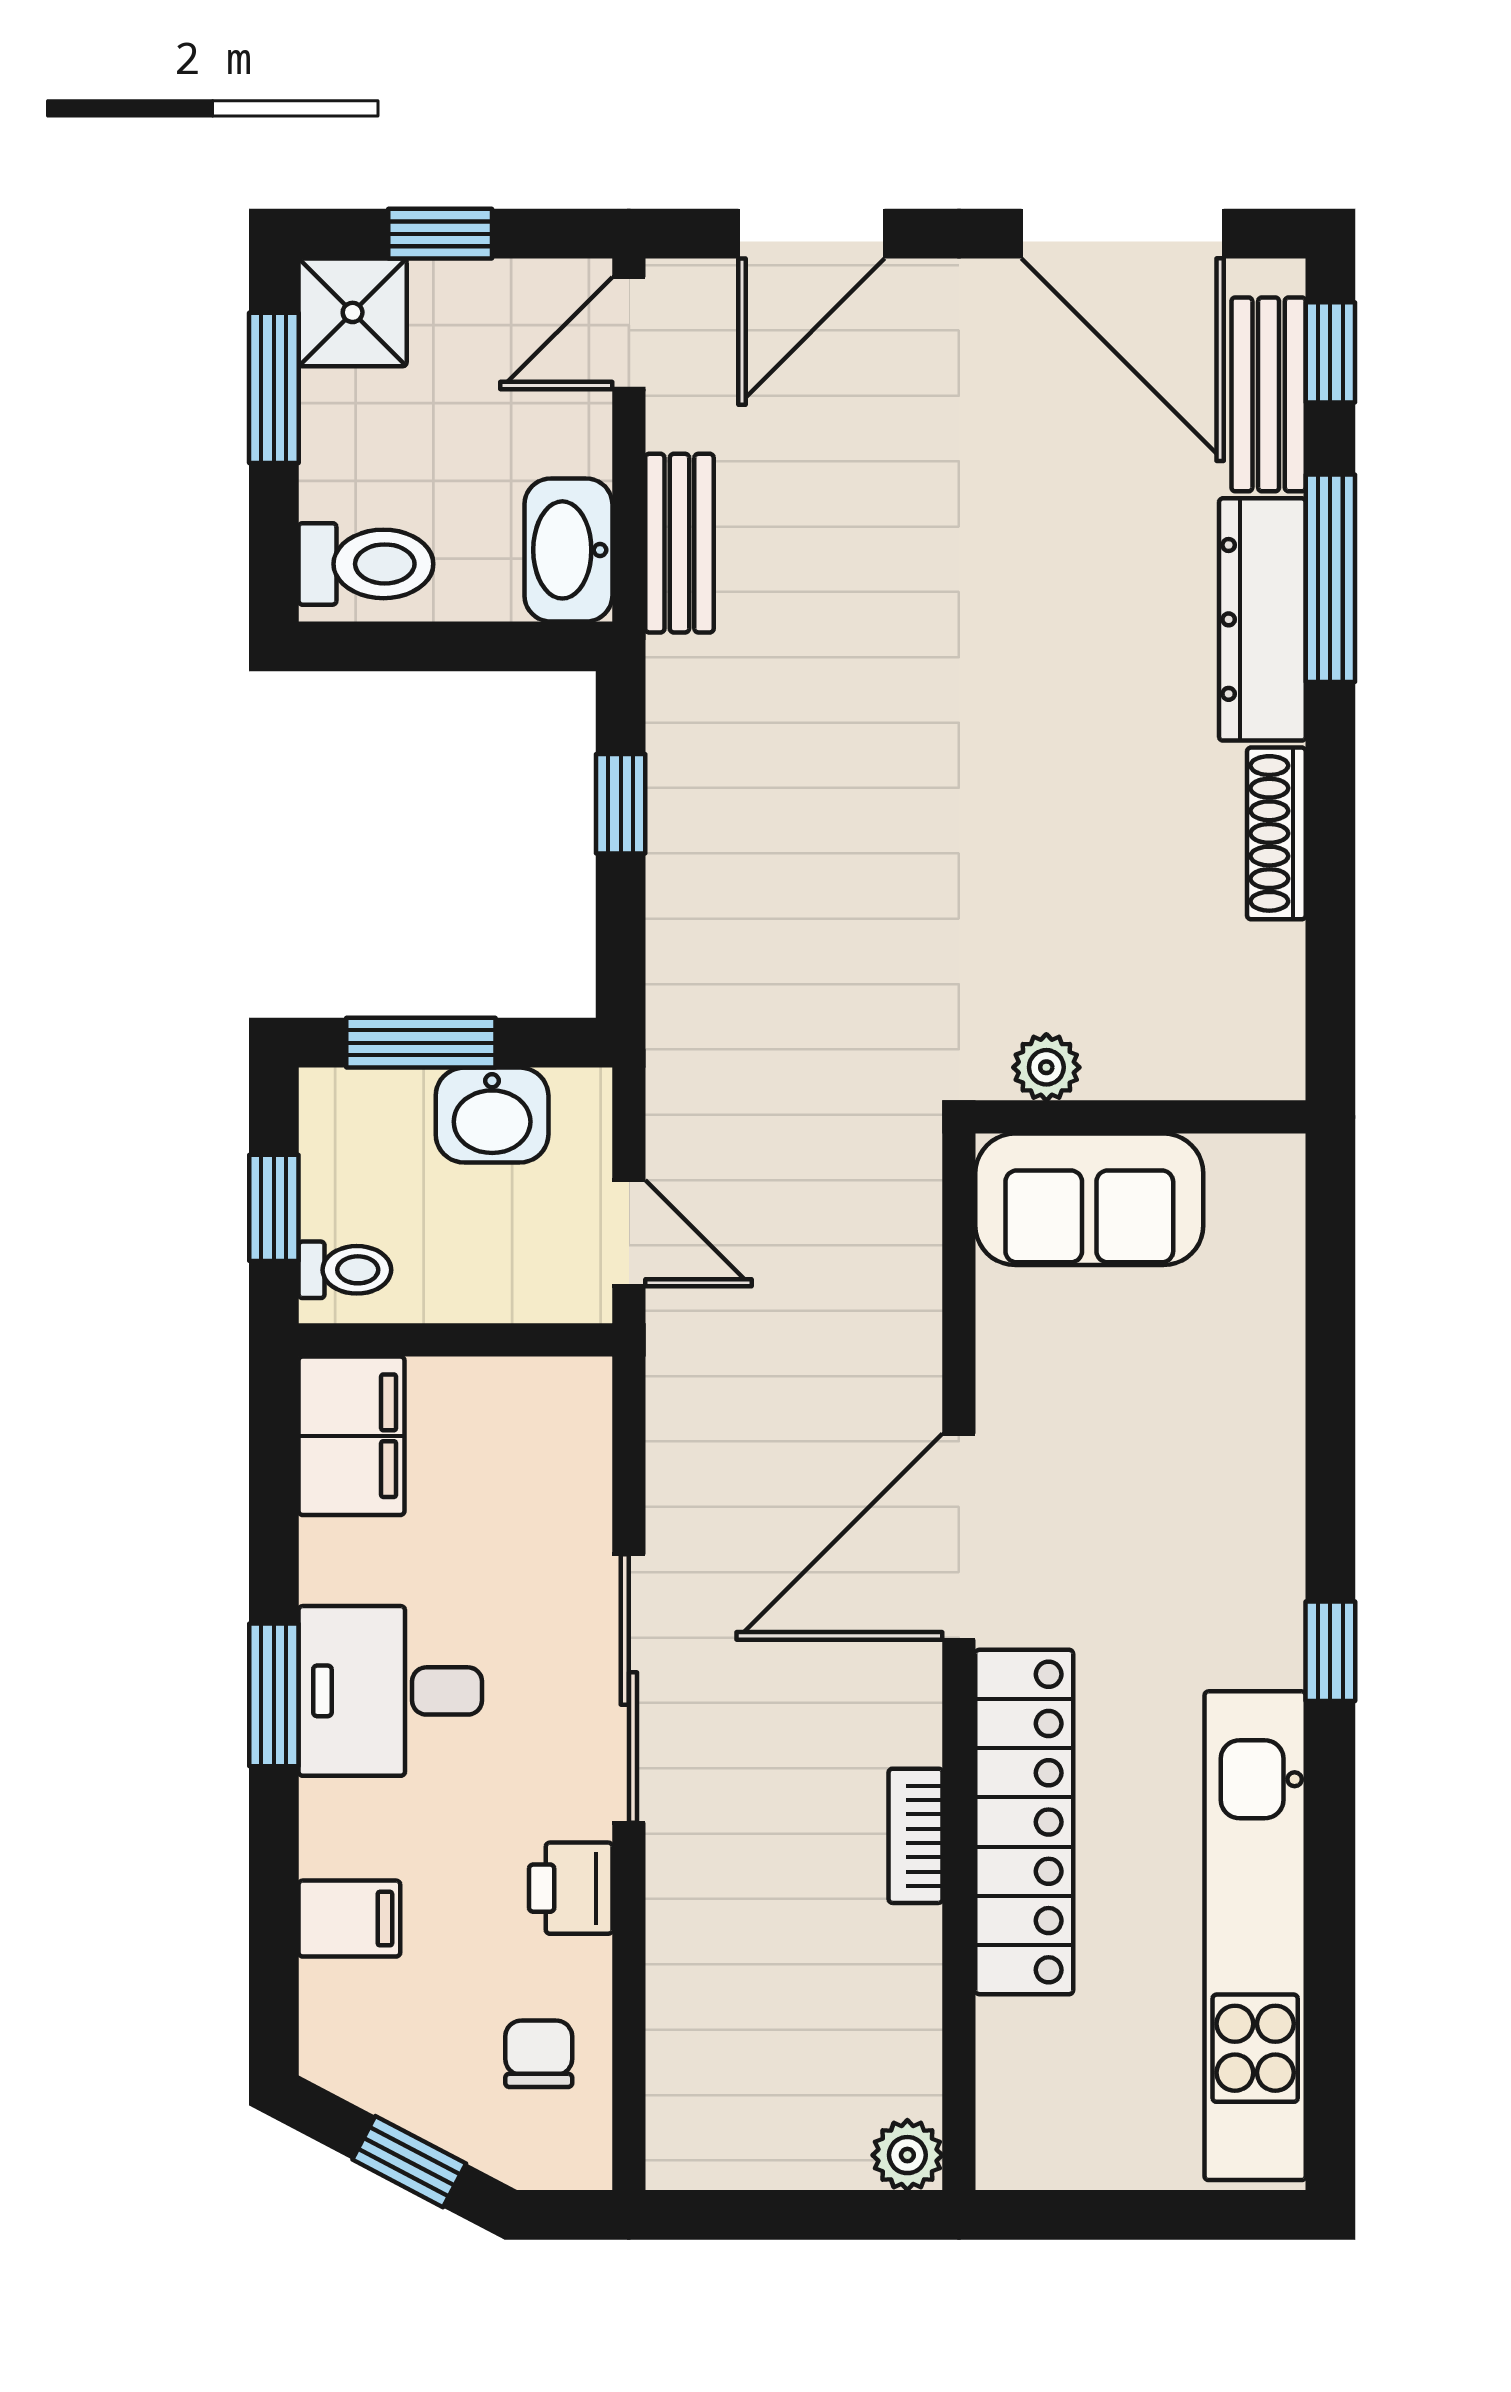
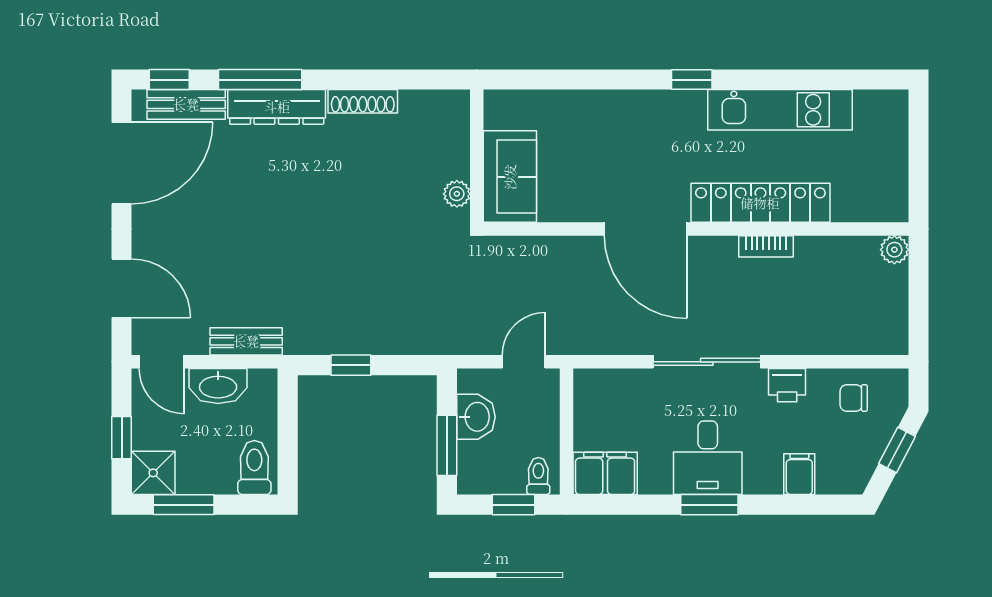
washbasin: (568, 550) -> (218, 386), moved
kitchen unit: (1255, 1936) -> (780, 110), width x0.73

